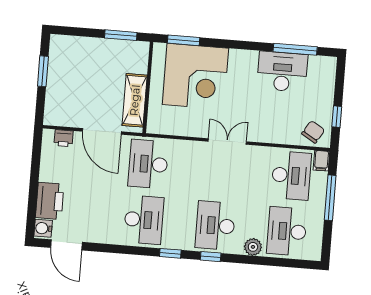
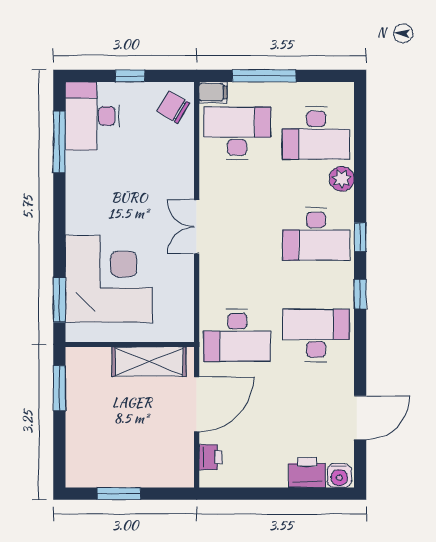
desk: (282, 72) -> (92, 116), moved
window: (337, 117) -> (130, 76), moved
printer: (50, 201) -> (307, 473), width x0.73, depth x0.84
door: (66, 245) -> (360, 418), moved

